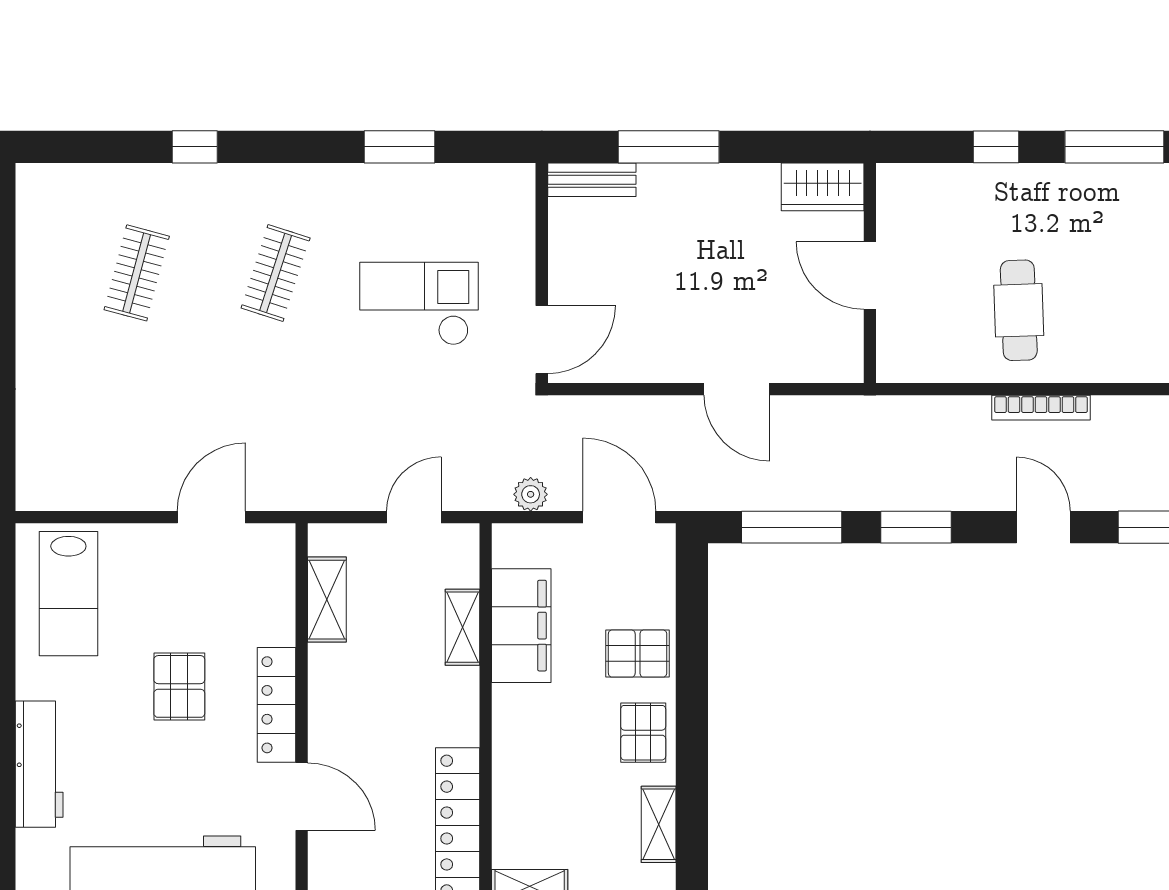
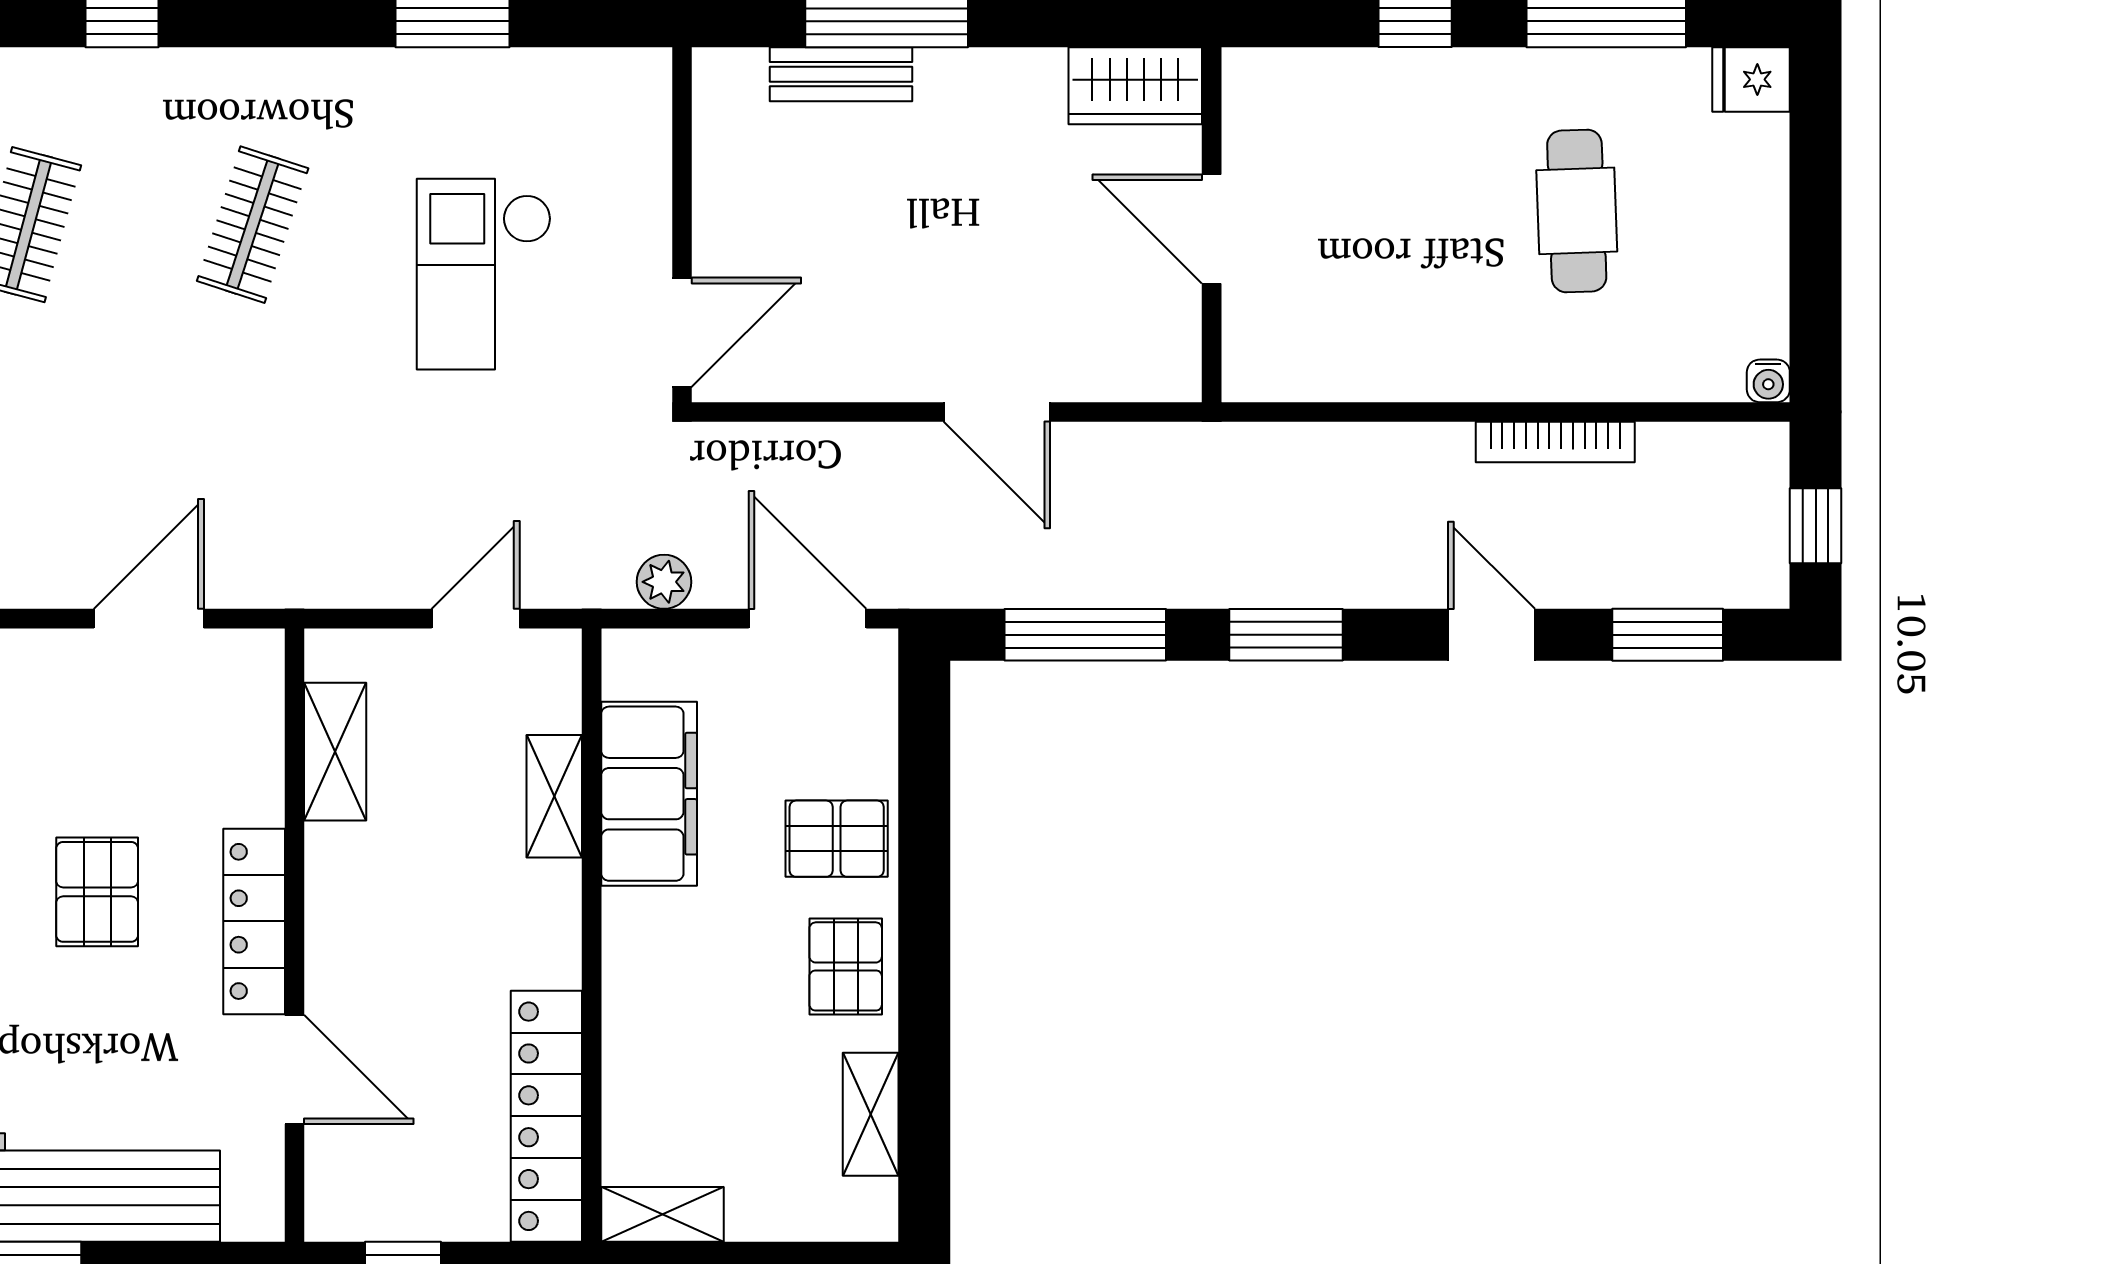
bench: (592, 180) -> (841, 74), moved
checkout: (419, 304) -> (484, 274), turned -90
cafe table: (1019, 310) -> (1577, 211), moved
bookcase: (1041, 408) -> (1555, 442), moved

